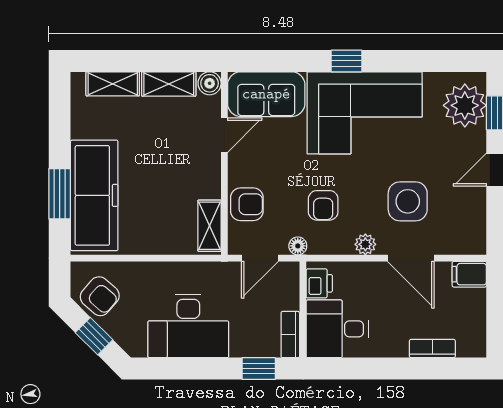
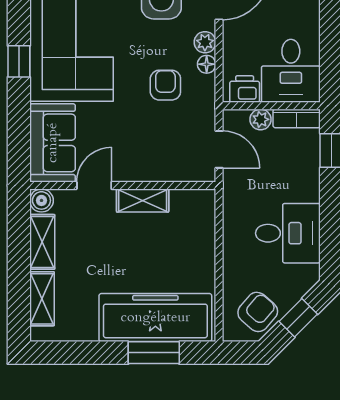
door: (224, 135) -> (94, 185), hinge flipped
armchair: (247, 204) -> (164, 163), removed
armchair: (323, 205) -> (165, 85), turned -90
shelving: (209, 226) -> (143, 201), moved
floor lamp: (298, 246) -> (207, 64), moved
plant: (289, 299) -> (261, 119), added
desk: (188, 326) -> (288, 233), width x0.73

